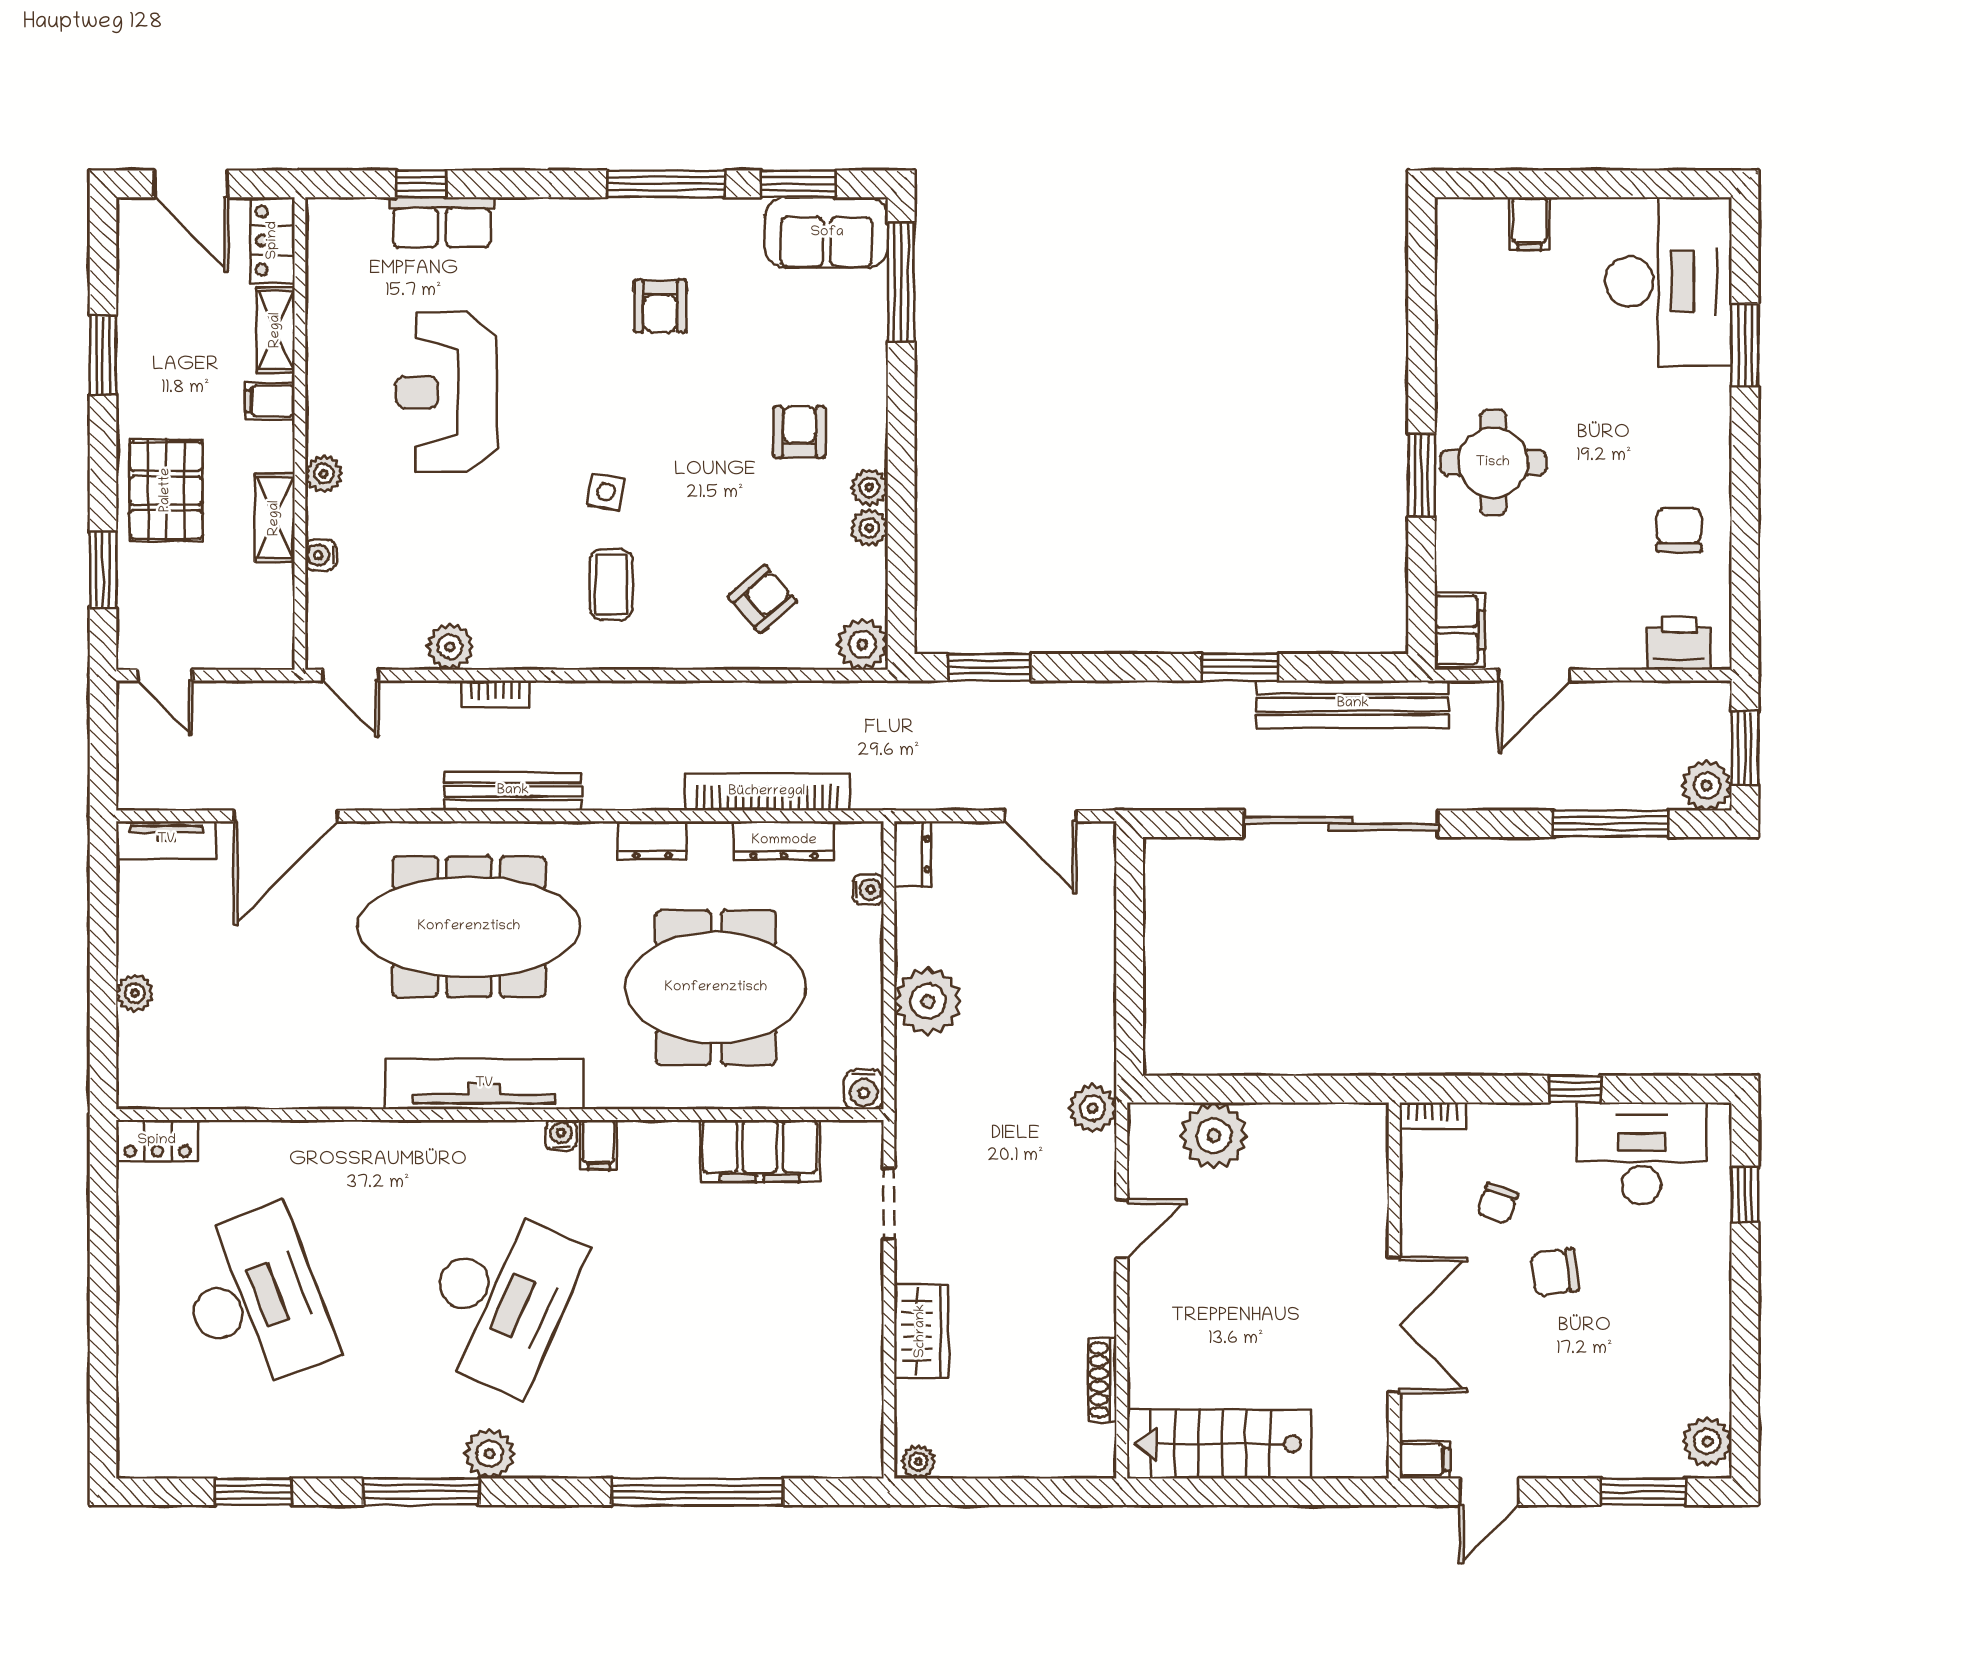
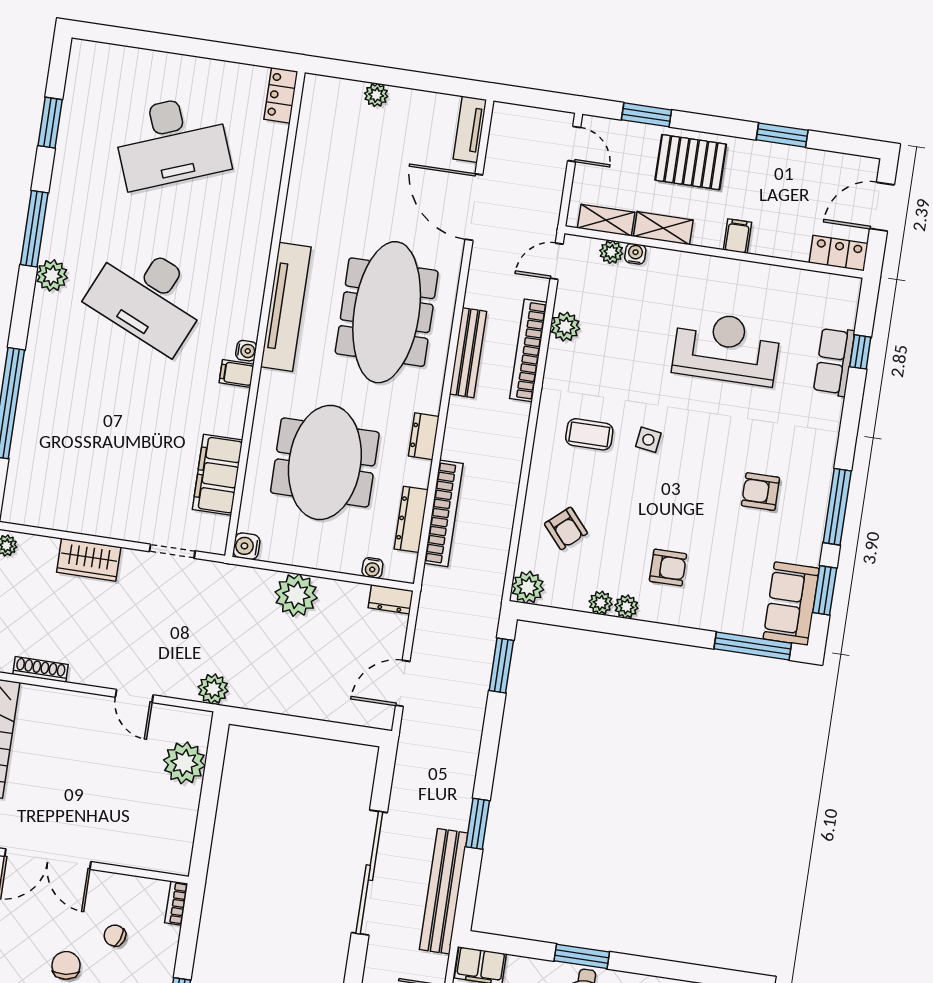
shelving: (276, 330) -> (606, 220), moved
plant: (324, 474) -> (611, 252), moved
door: (165, 675) -> (574, 144), swing flipped
bookcase: (495, 694) -> (528, 350), width x2.31, depth x1.31

